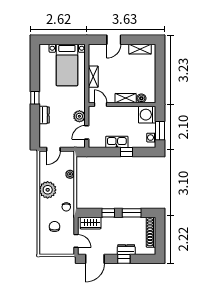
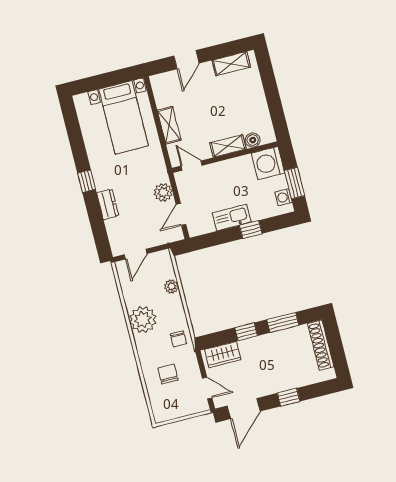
dresser: (126, 250) -> (289, 382), removed

